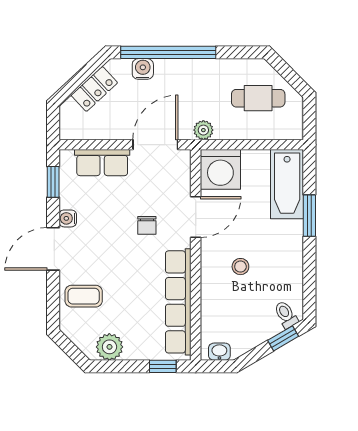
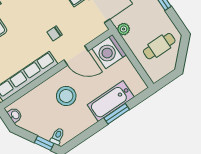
cafe table: (258, 98) -> (159, 46), turned 90
bathtub: (287, 184) -> (111, 101), moved
stool: (240, 267) -> (66, 96), width x1.89, depth x1.89

